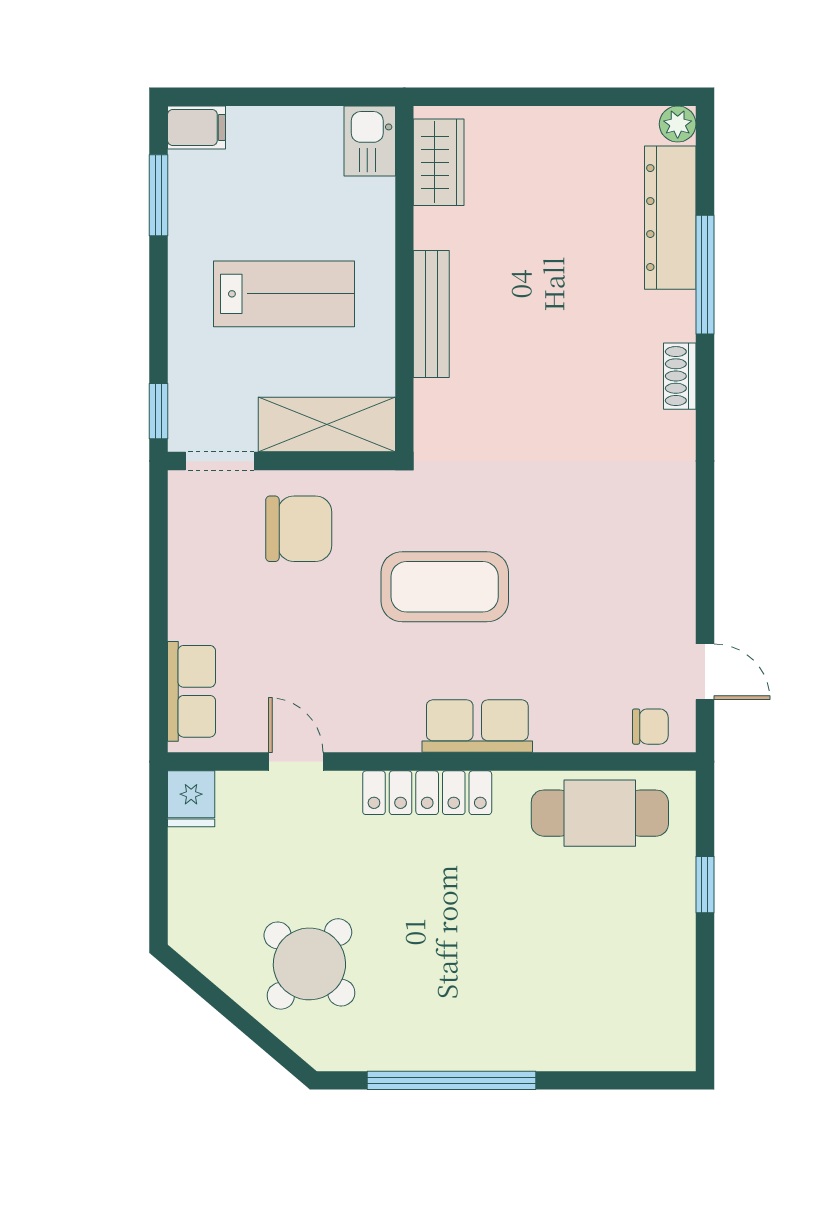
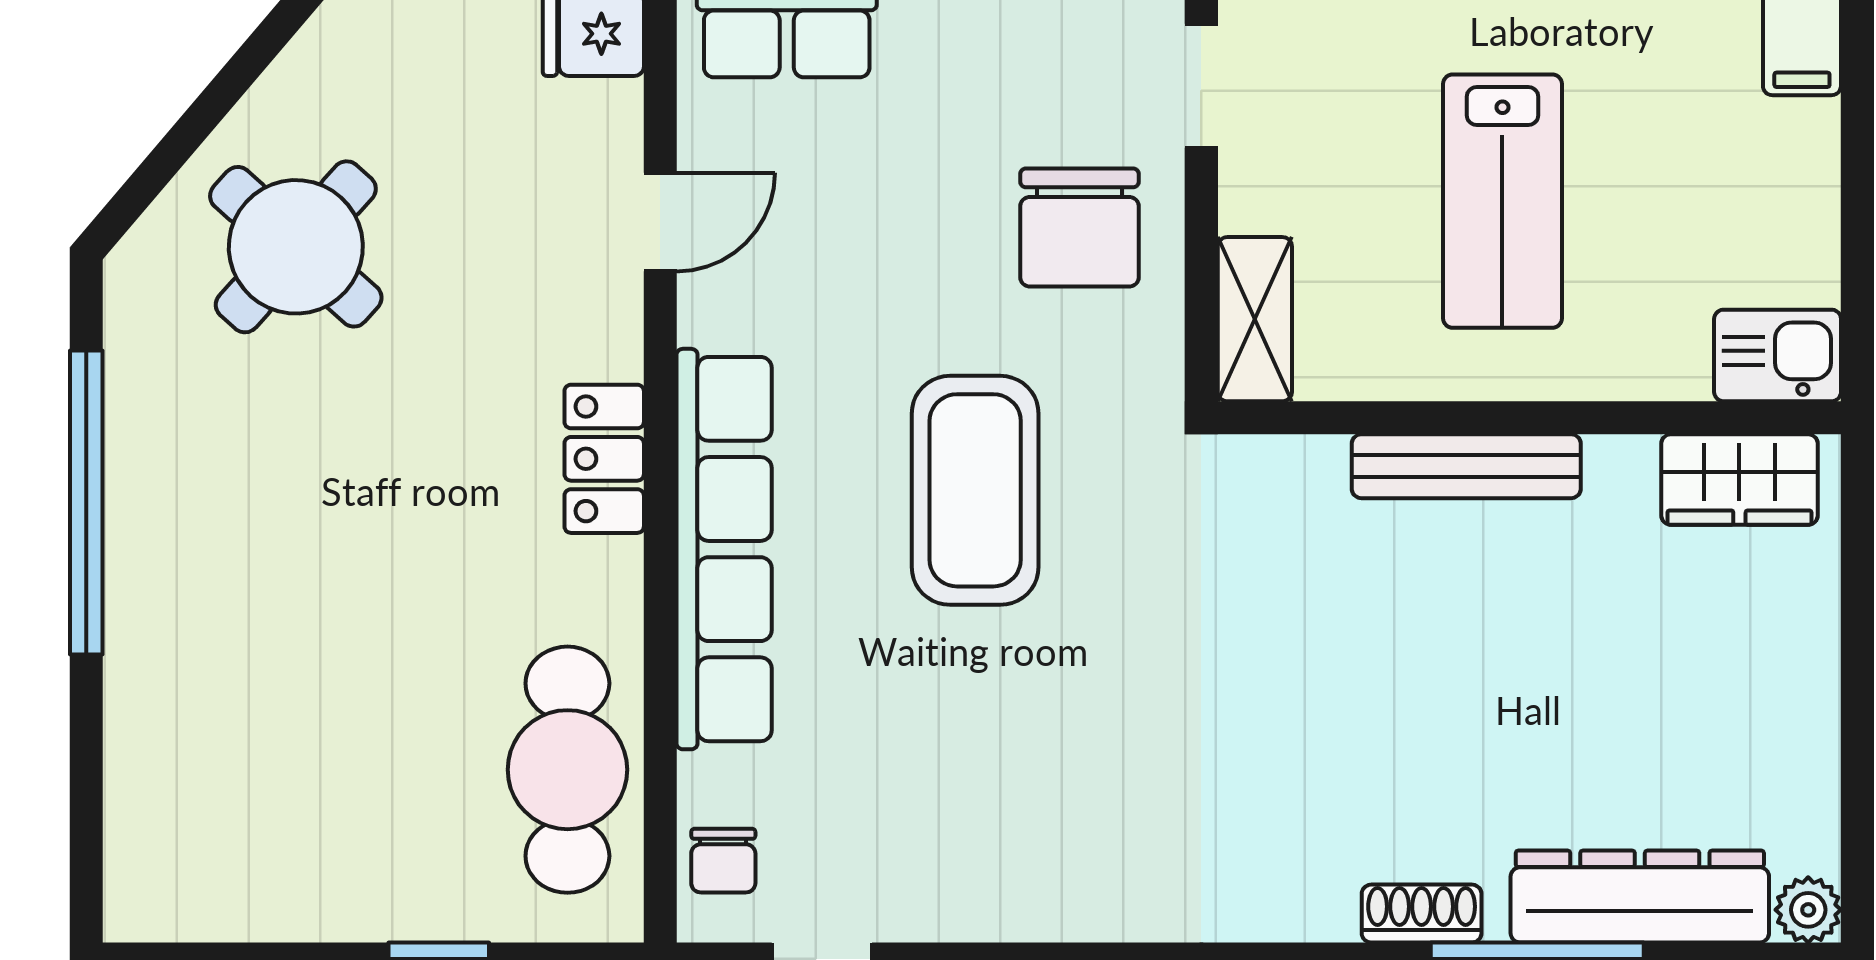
shoe rack: (680, 376) -> (1422, 914), moved
shelving: (327, 425) -> (1255, 319), width x0.67, depth x0.75
row of seats: (477, 726) -> (724, 549), width x2.02
locker: (427, 793) -> (604, 459), width x0.66

